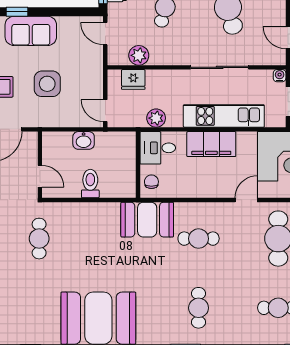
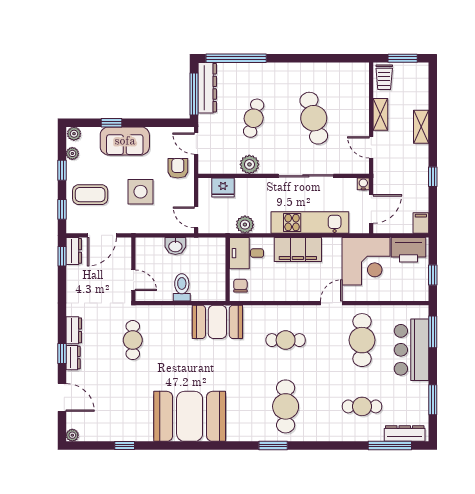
plant: (139, 55) -> (249, 164), moved
armchair: (86, 59) -> (178, 168), added
booth: (147, 220) -> (217, 322), moved
cafe table: (199, 308) -> (286, 406), width x1.37, depth x1.35

